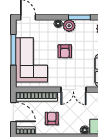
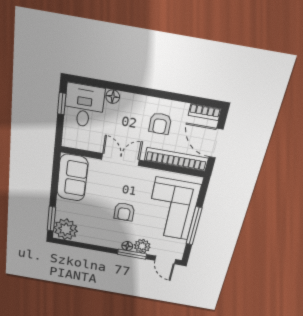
window: (79, 17) -> (132, 254), moved
plant: (69, 26) -> (142, 246), moved
armchair: (65, 51) -> (124, 212), turned 180

